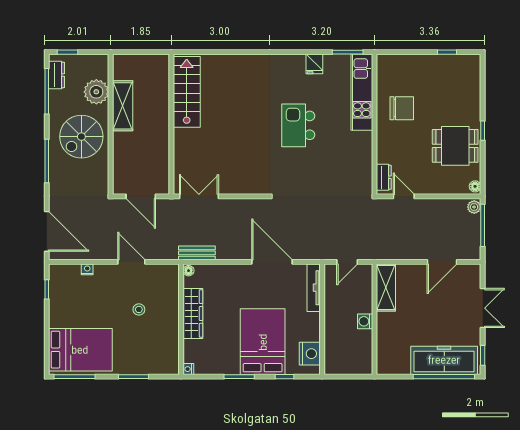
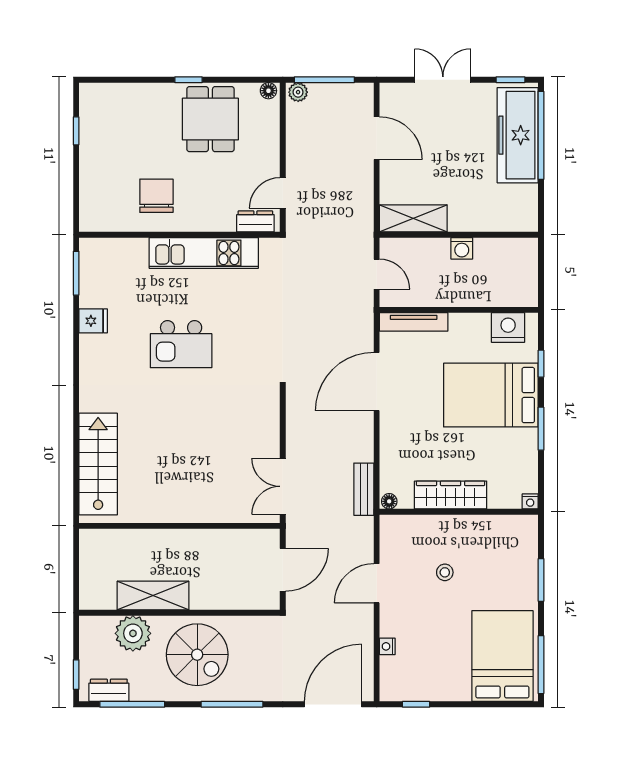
stairs: (187, 92) -> (98, 464), moved, turned 90
kitchen unit: (362, 92) -> (204, 253), moved

